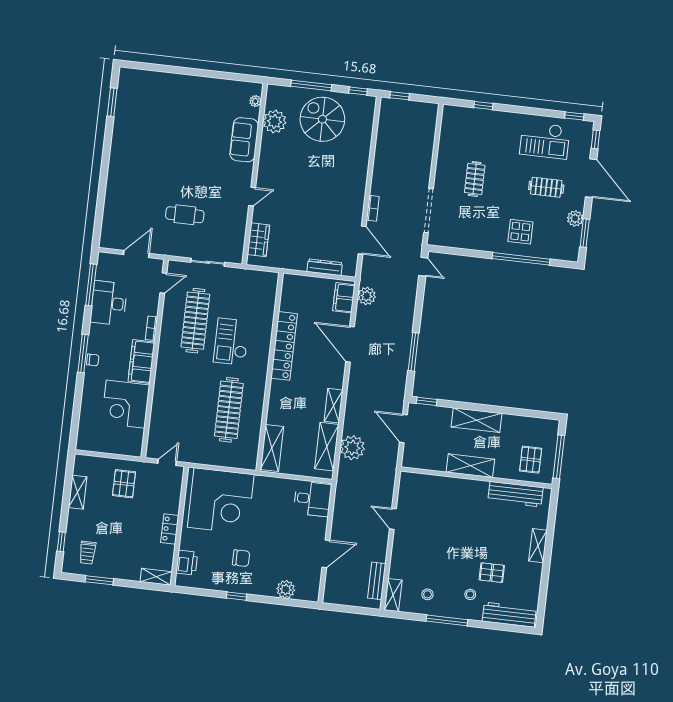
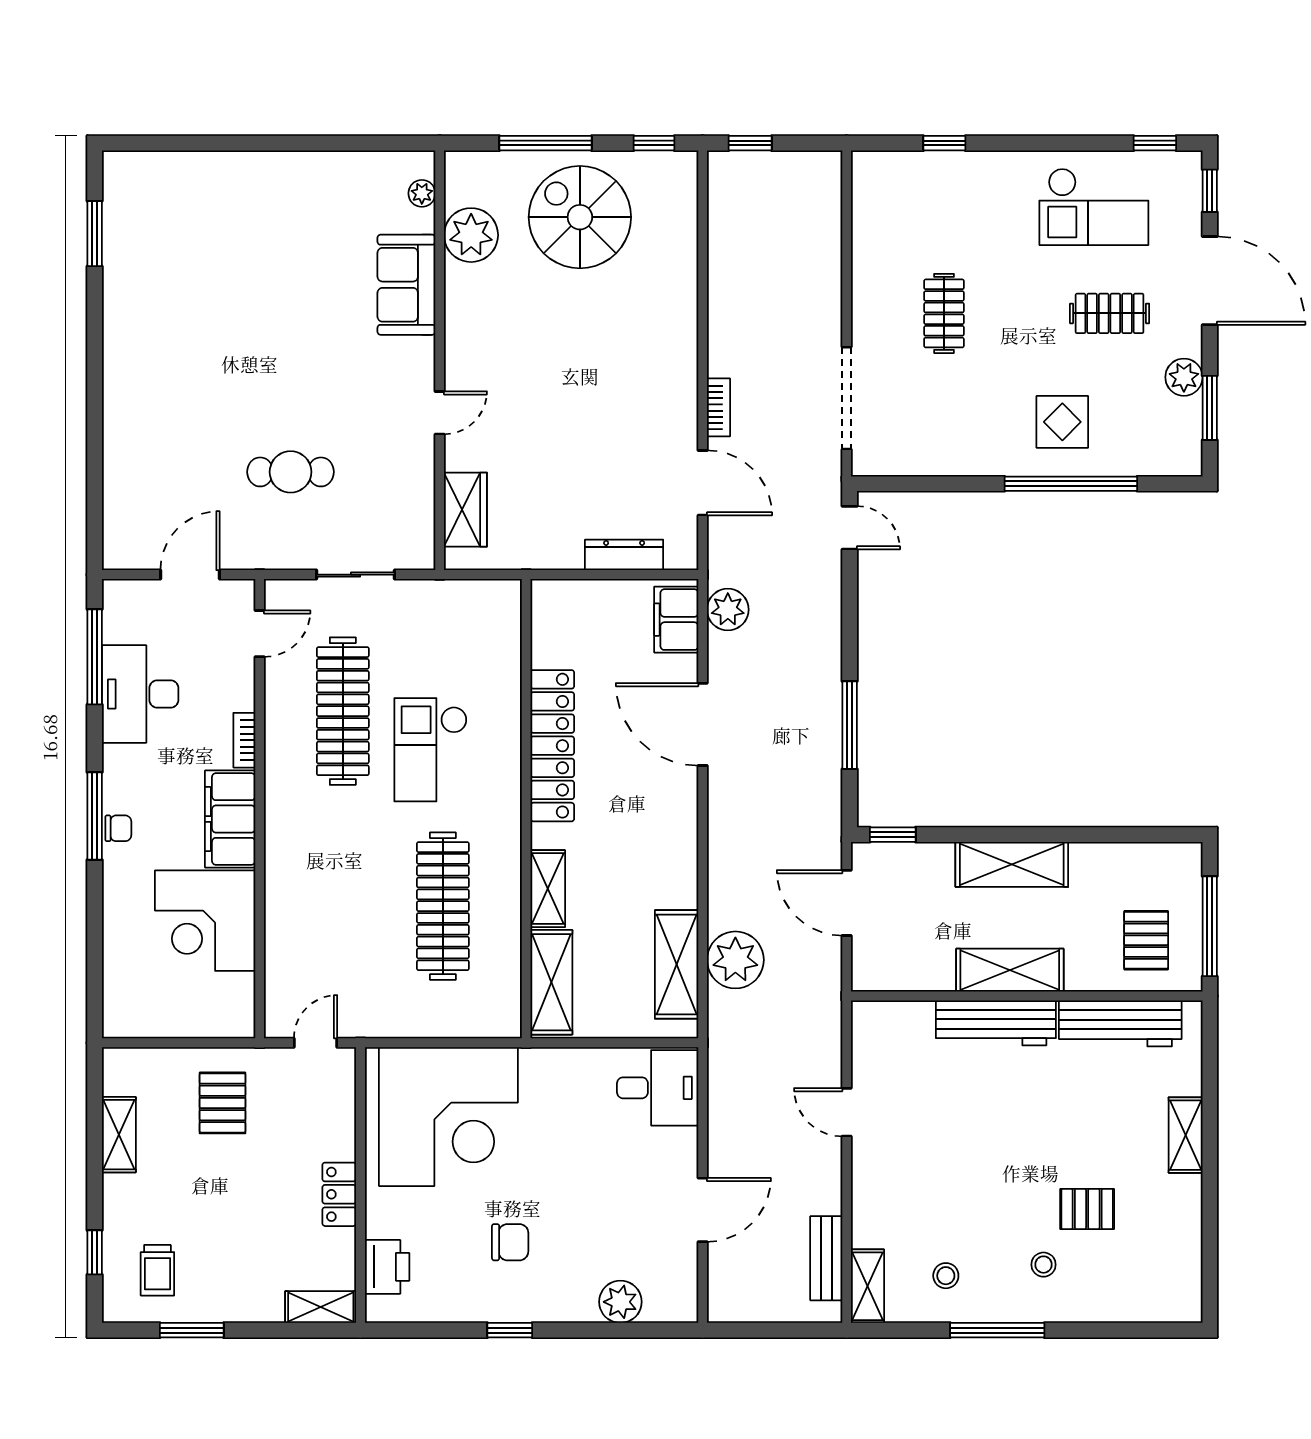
shelving: (333, 406) -> (548, 889), moved
workbench: (509, 615) -> (996, 1023), moved, turned 180

